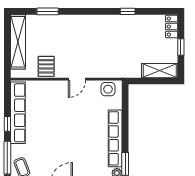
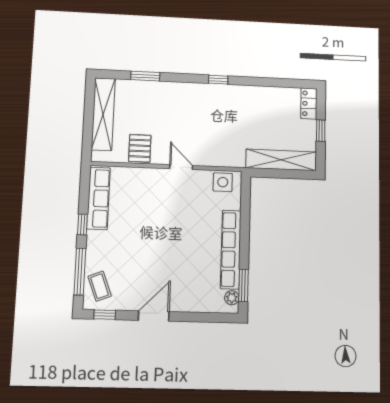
window: (128, 11) -> (218, 80), moved
shelving: (160, 71) -> (281, 160), width x1.47
door: (77, 79) -> (181, 167), swing flipped
row of seats: (18, 113) -> (99, 198), width x0.73

